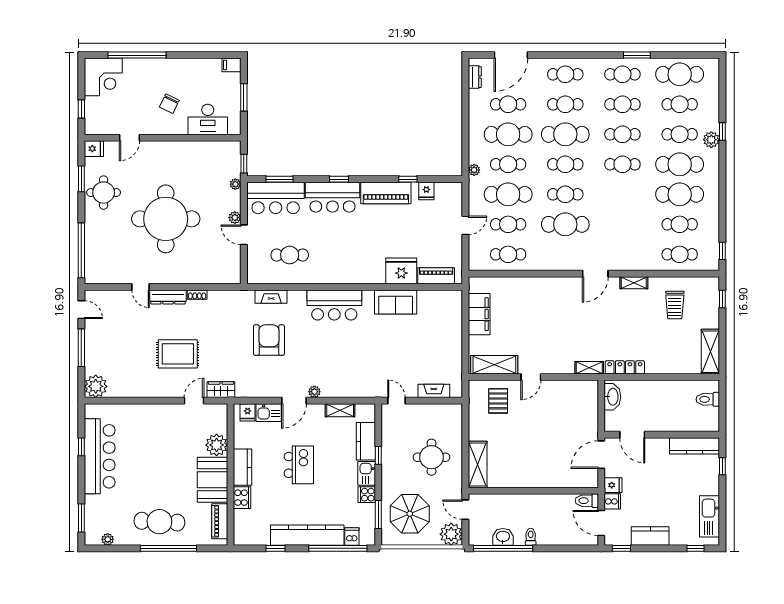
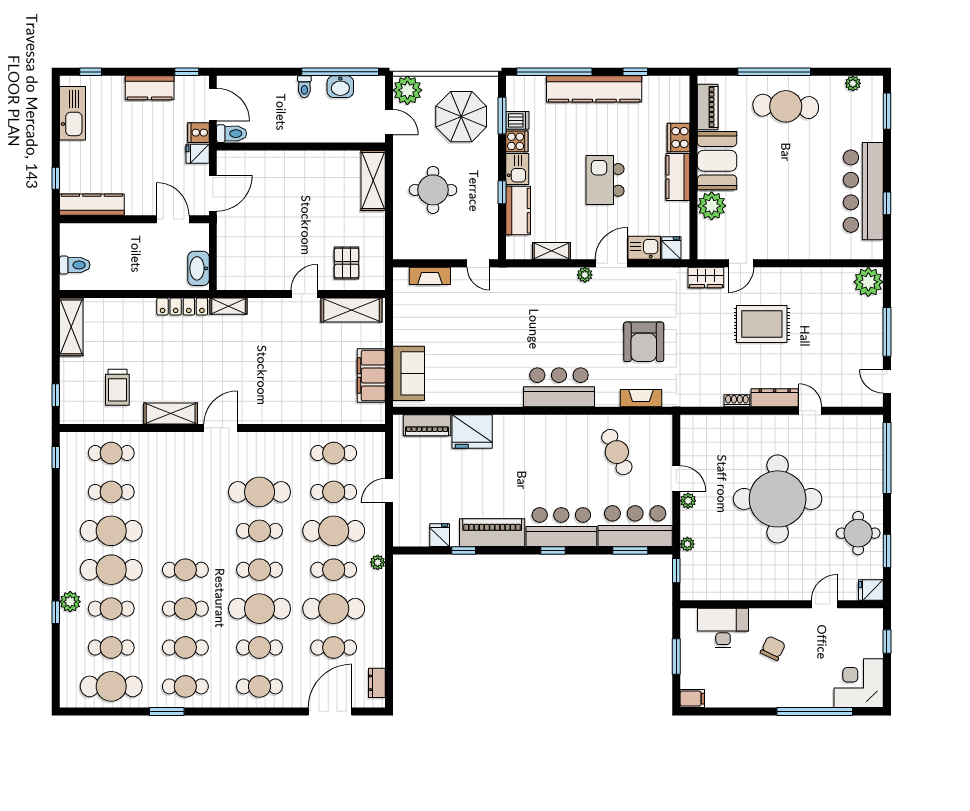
cafe table: (290, 255) -> (617, 452), turned 65
shelving: (634, 283) -> (171, 413), width x1.50, depth x1.33
sofa: (396, 302) -> (409, 373), moved, turned 90
trolley: (675, 305) -> (117, 387), turned 180
dishwasher: (352, 536) -> (517, 120), moved, turned -90

